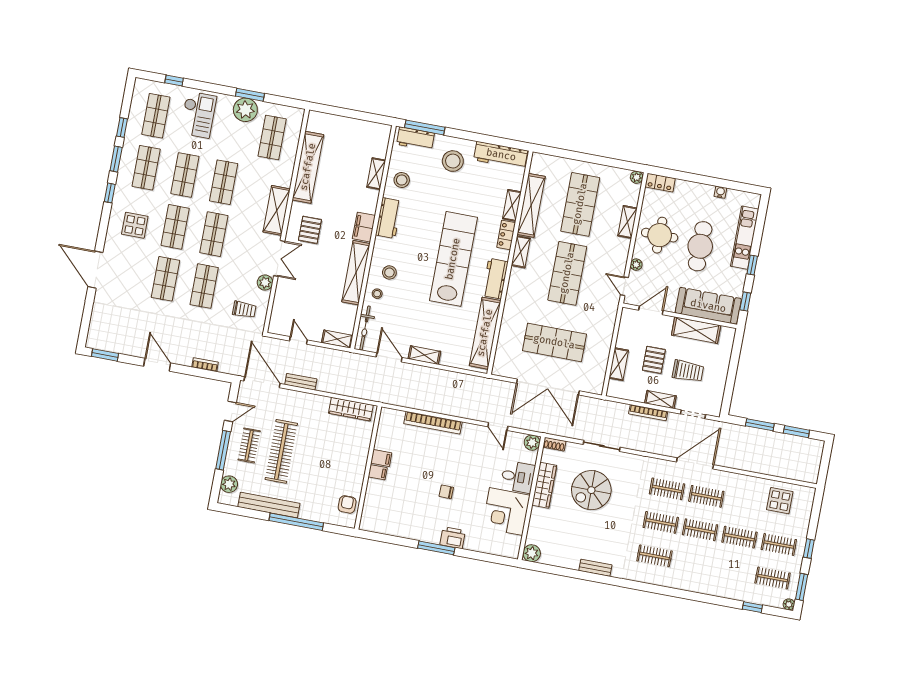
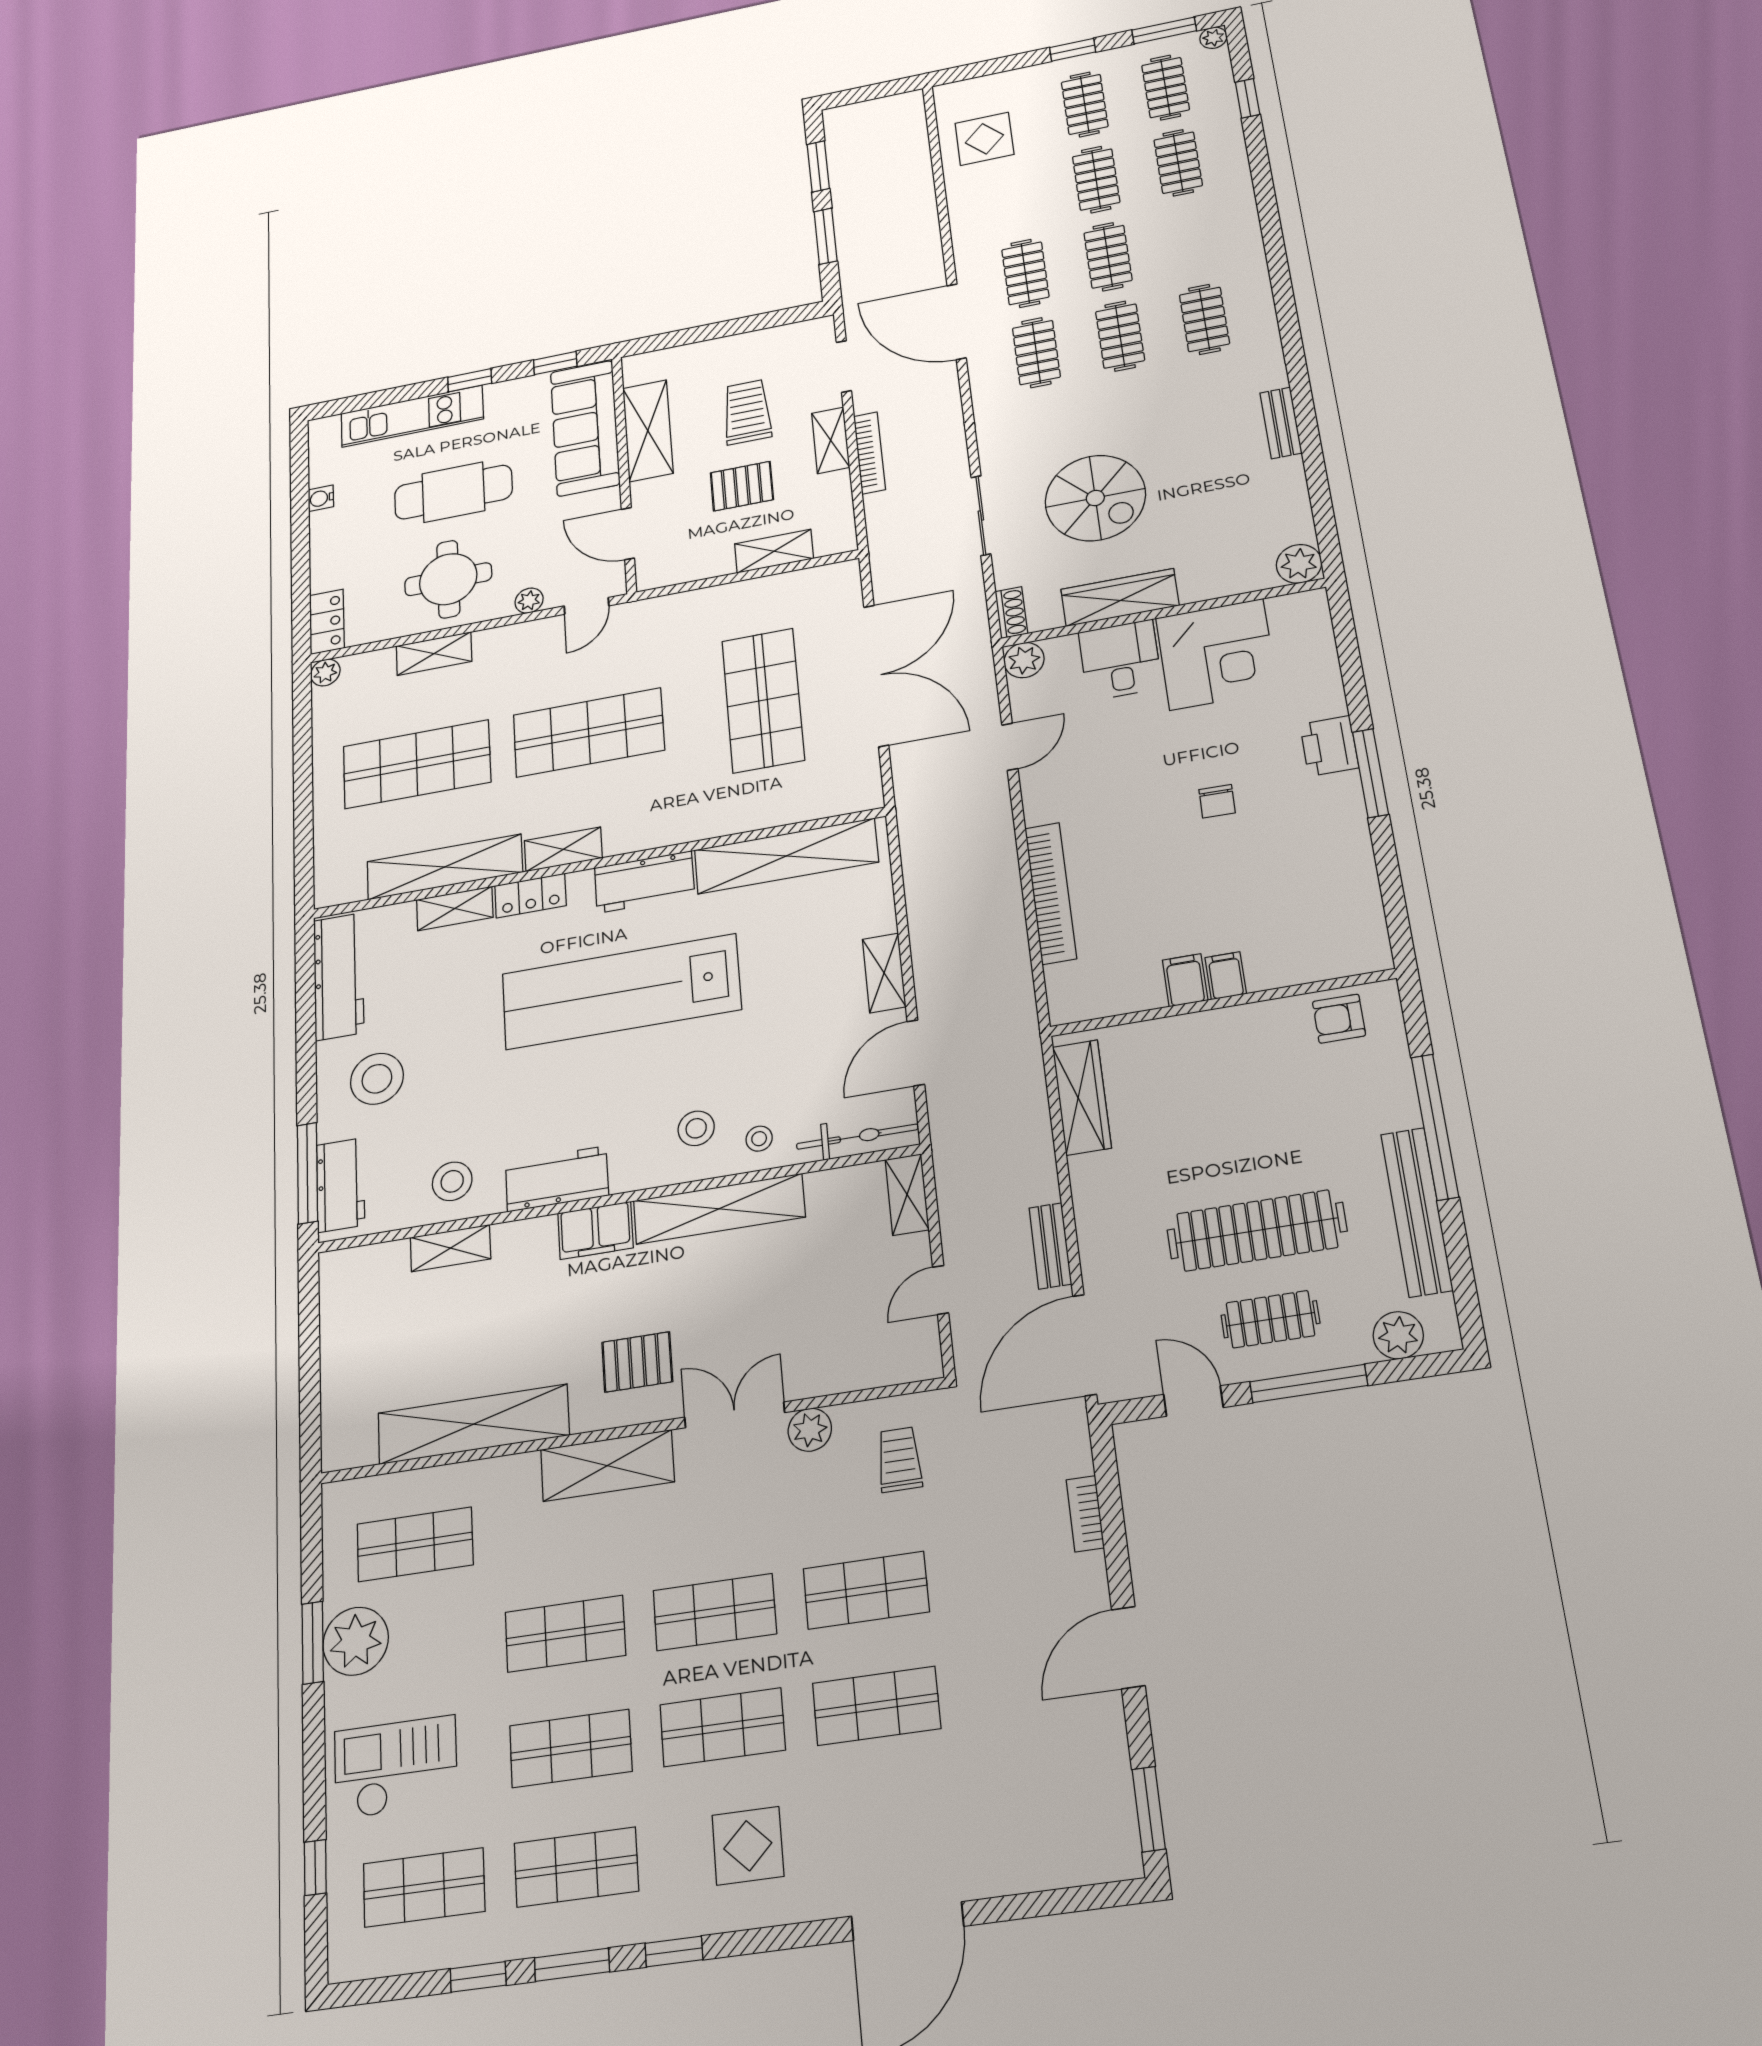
clothes rail: (733, 571) -> (1178, 163), added

